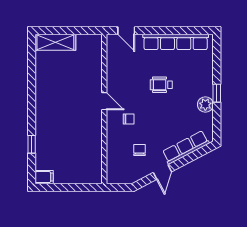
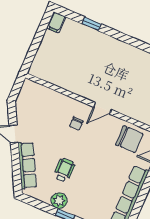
wheelchair: (161, 85) -> (64, 170), moved
chair: (139, 150) -> (129, 139), moved, width x1.87, depth x1.87

